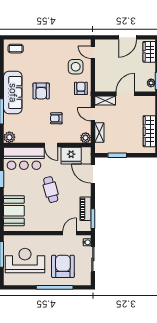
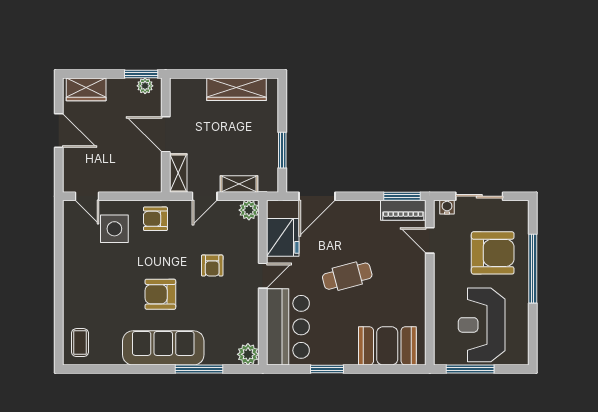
door: (93, 52) -> (87, 196), hinge flipped
armchair: (41, 91) -> (160, 294), turned 180
piano: (85, 209) -> (403, 210), moved
armchair: (63, 266) -> (493, 253), turned 180

